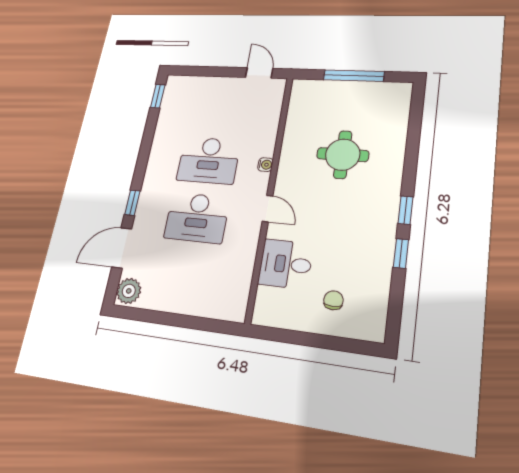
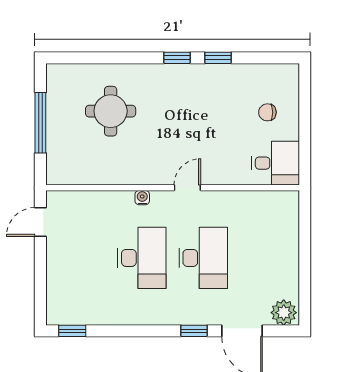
round table: (343, 155) -> (111, 111), moved
desk: (285, 264) -> (275, 163), moved, turned -90

